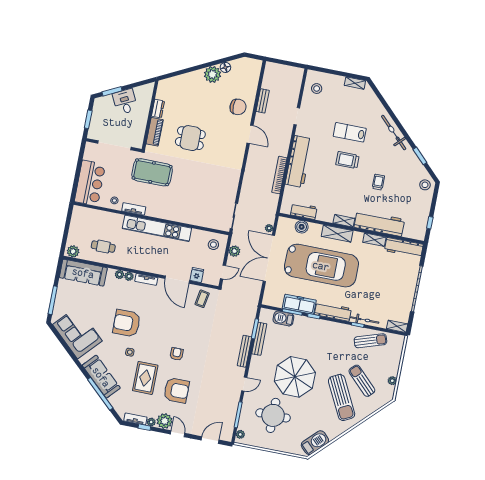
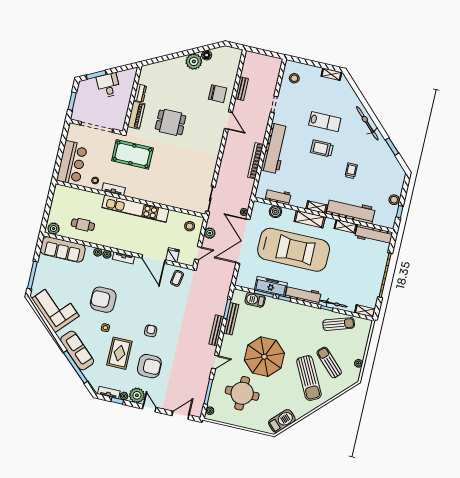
lab bench: (350, 132) -> (325, 122), turned 180
stool: (425, 185) -> (394, 200), moved

